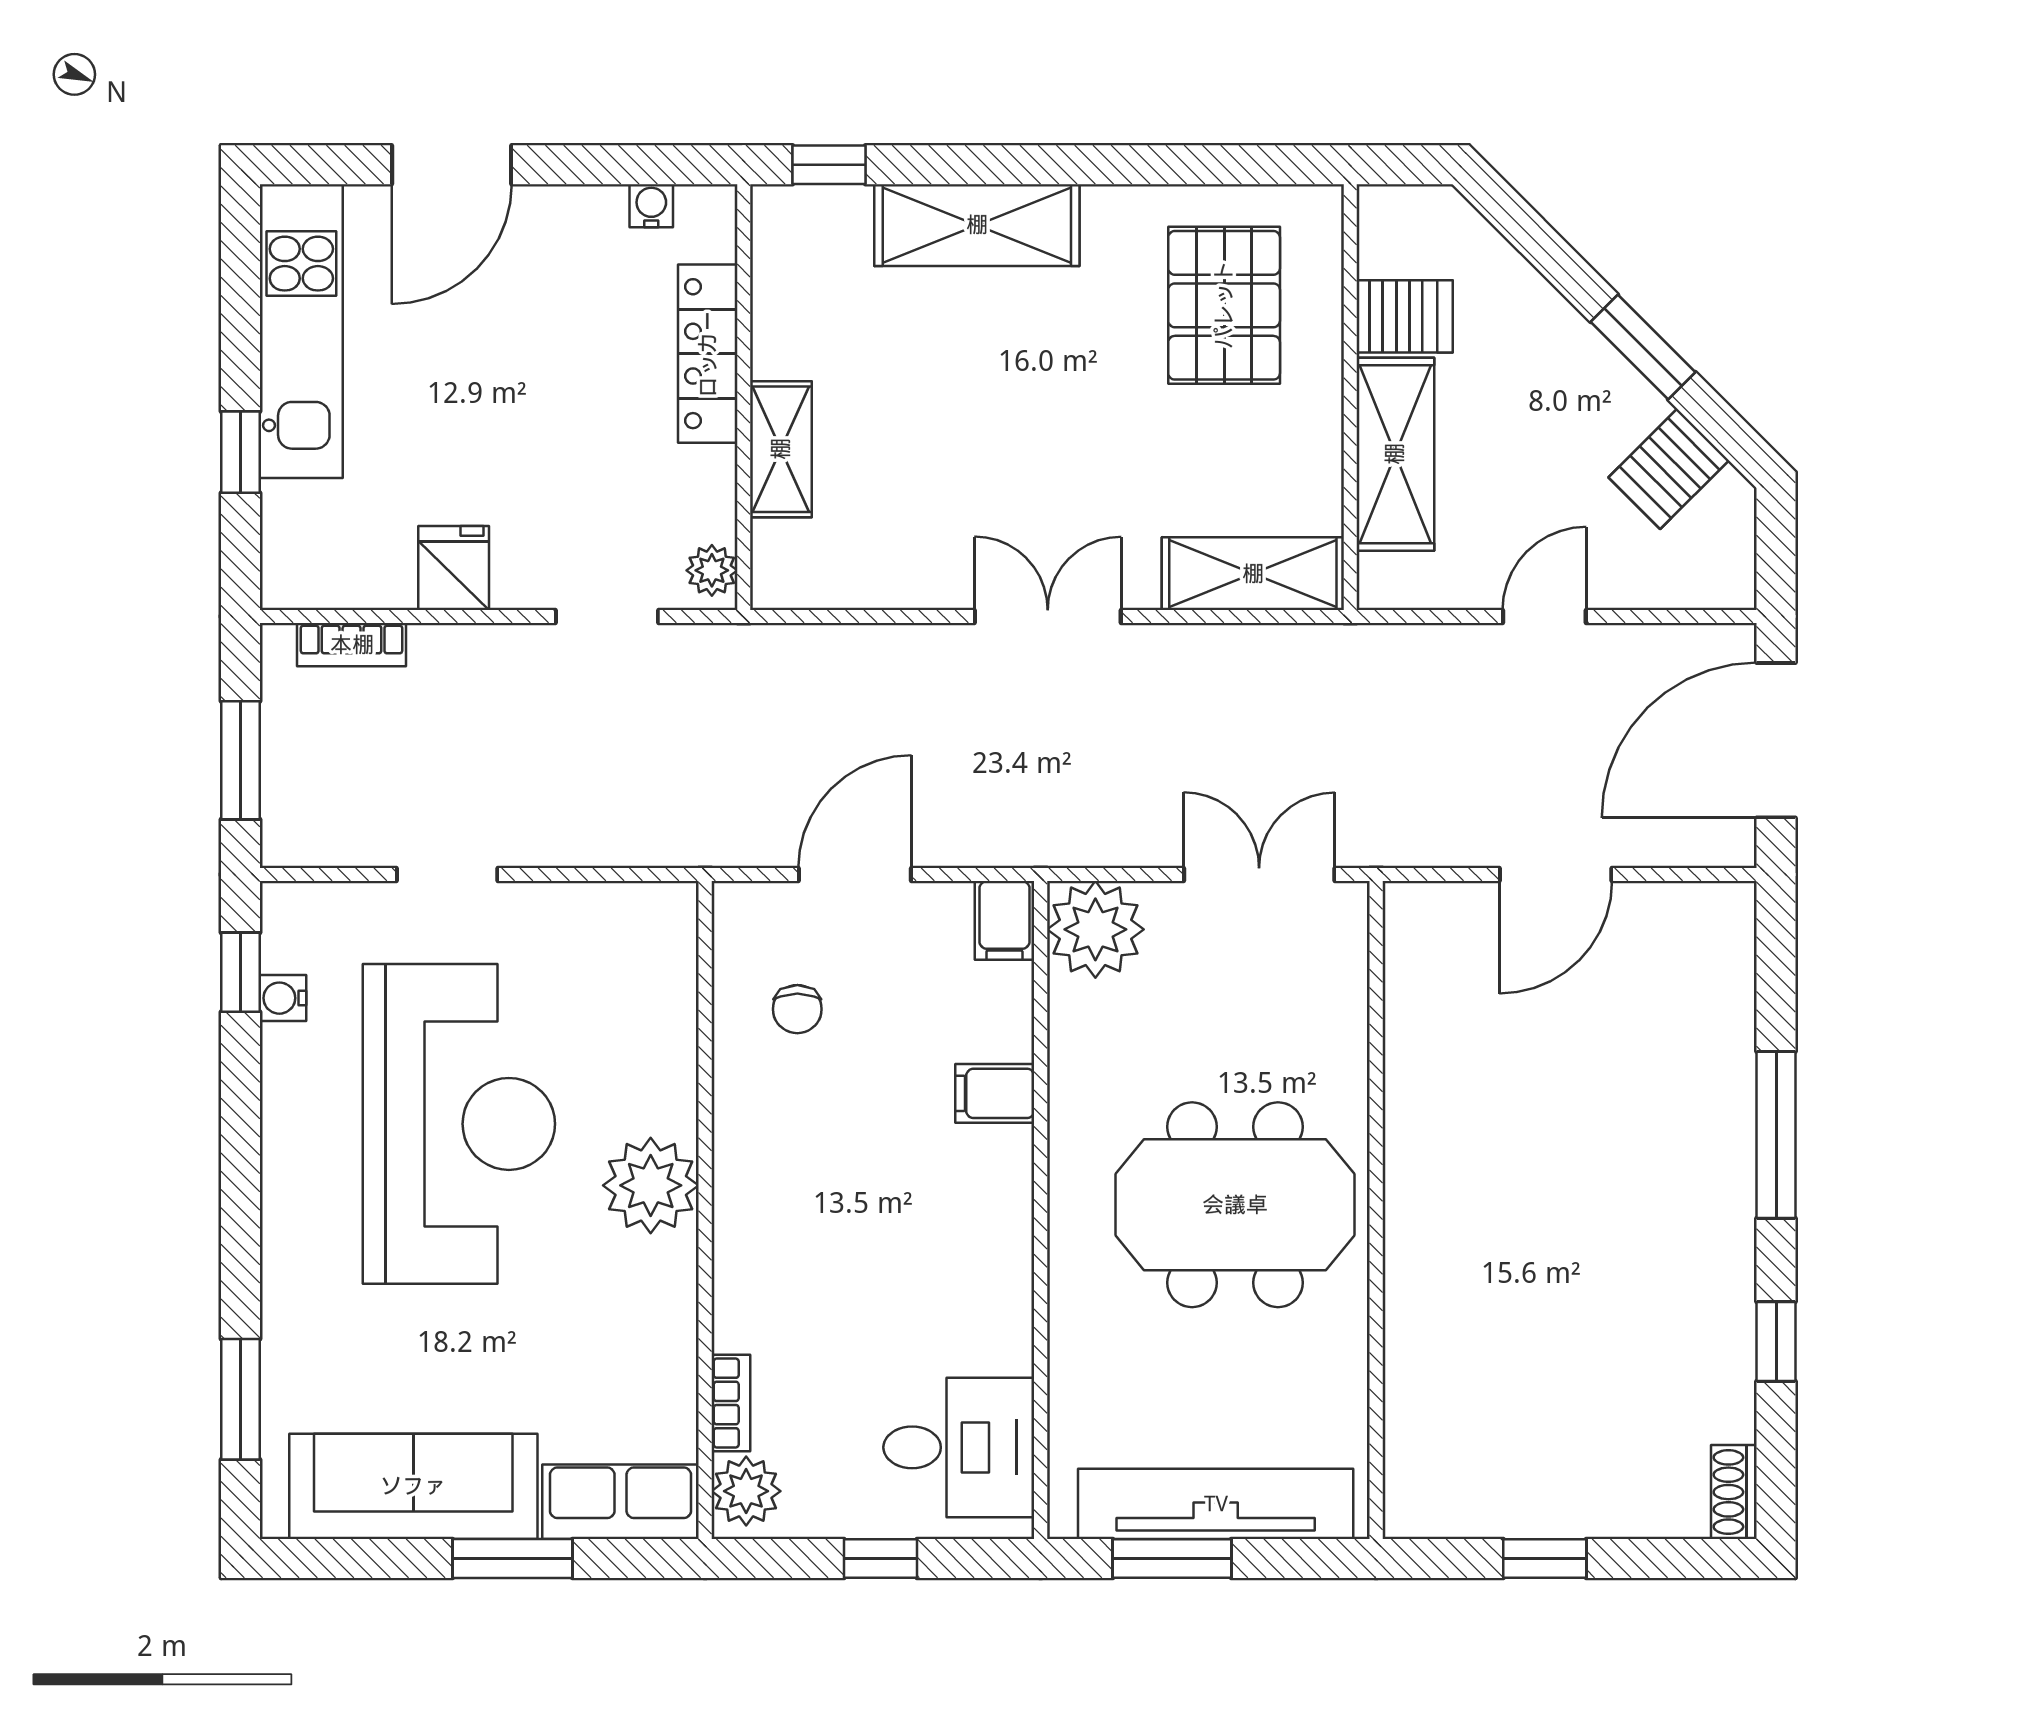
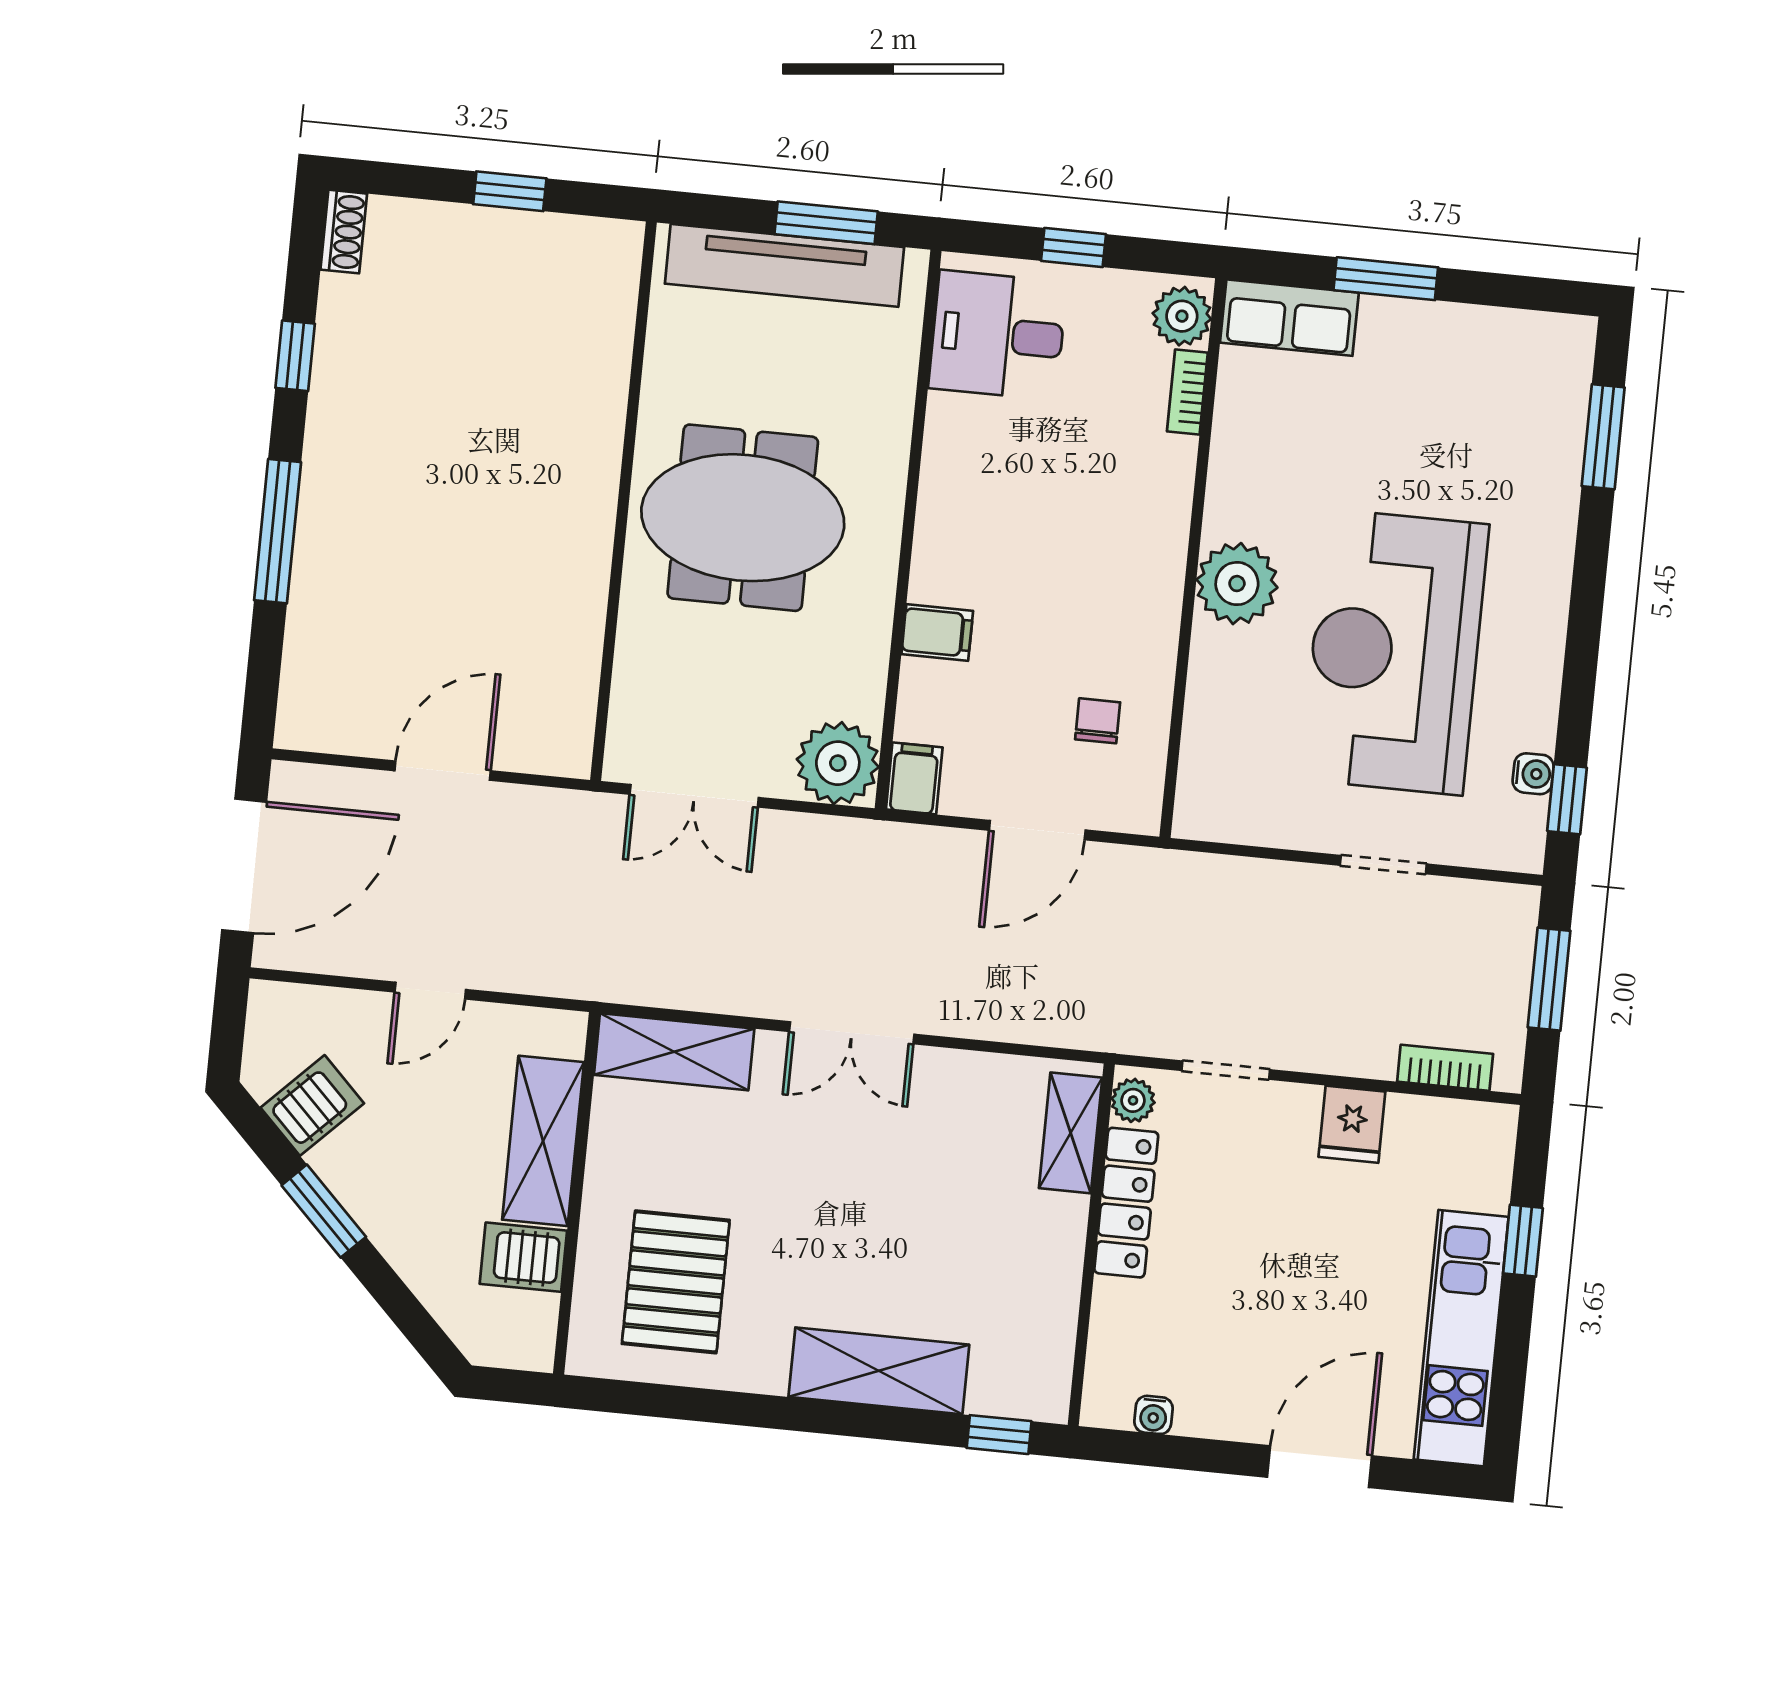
locker: (708, 354) -> (1126, 1203), moved
shelving: (781, 449) -> (1071, 1133), moved
sofa: (413, 1486) -> (1464, 348), removed

